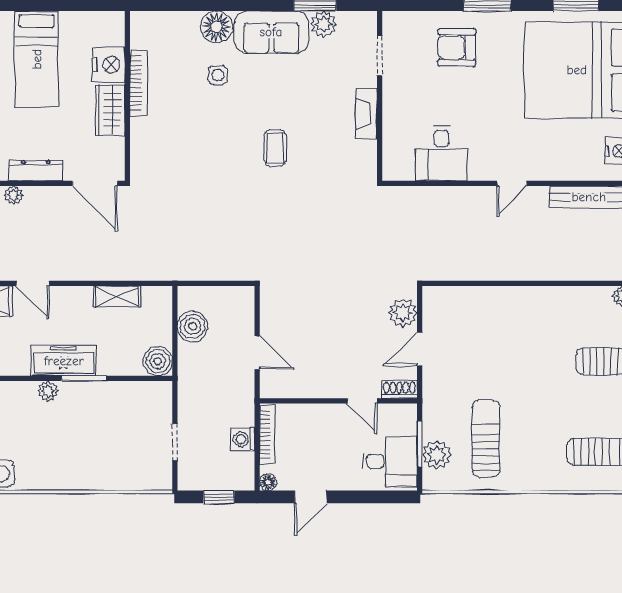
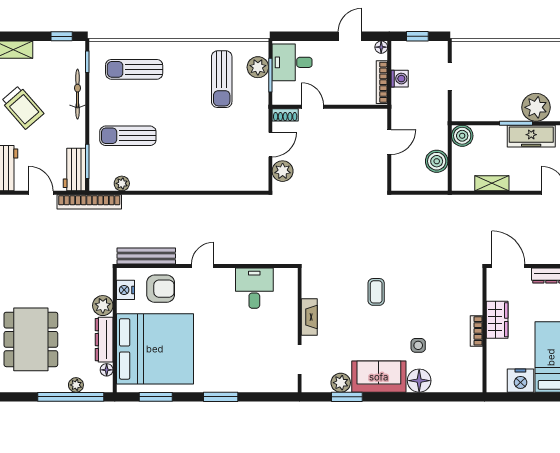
armchair: (457, 47) -> (161, 289), moved
nightstand: (109, 65) -> (520, 381), moved, turned -90
bookcase: (138, 83) -> (477, 331), width x0.64
door: (257, 353) -> (389, 142), swing flipped
plant: (48, 391) -> (536, 107), width x1.87, depth x1.87

